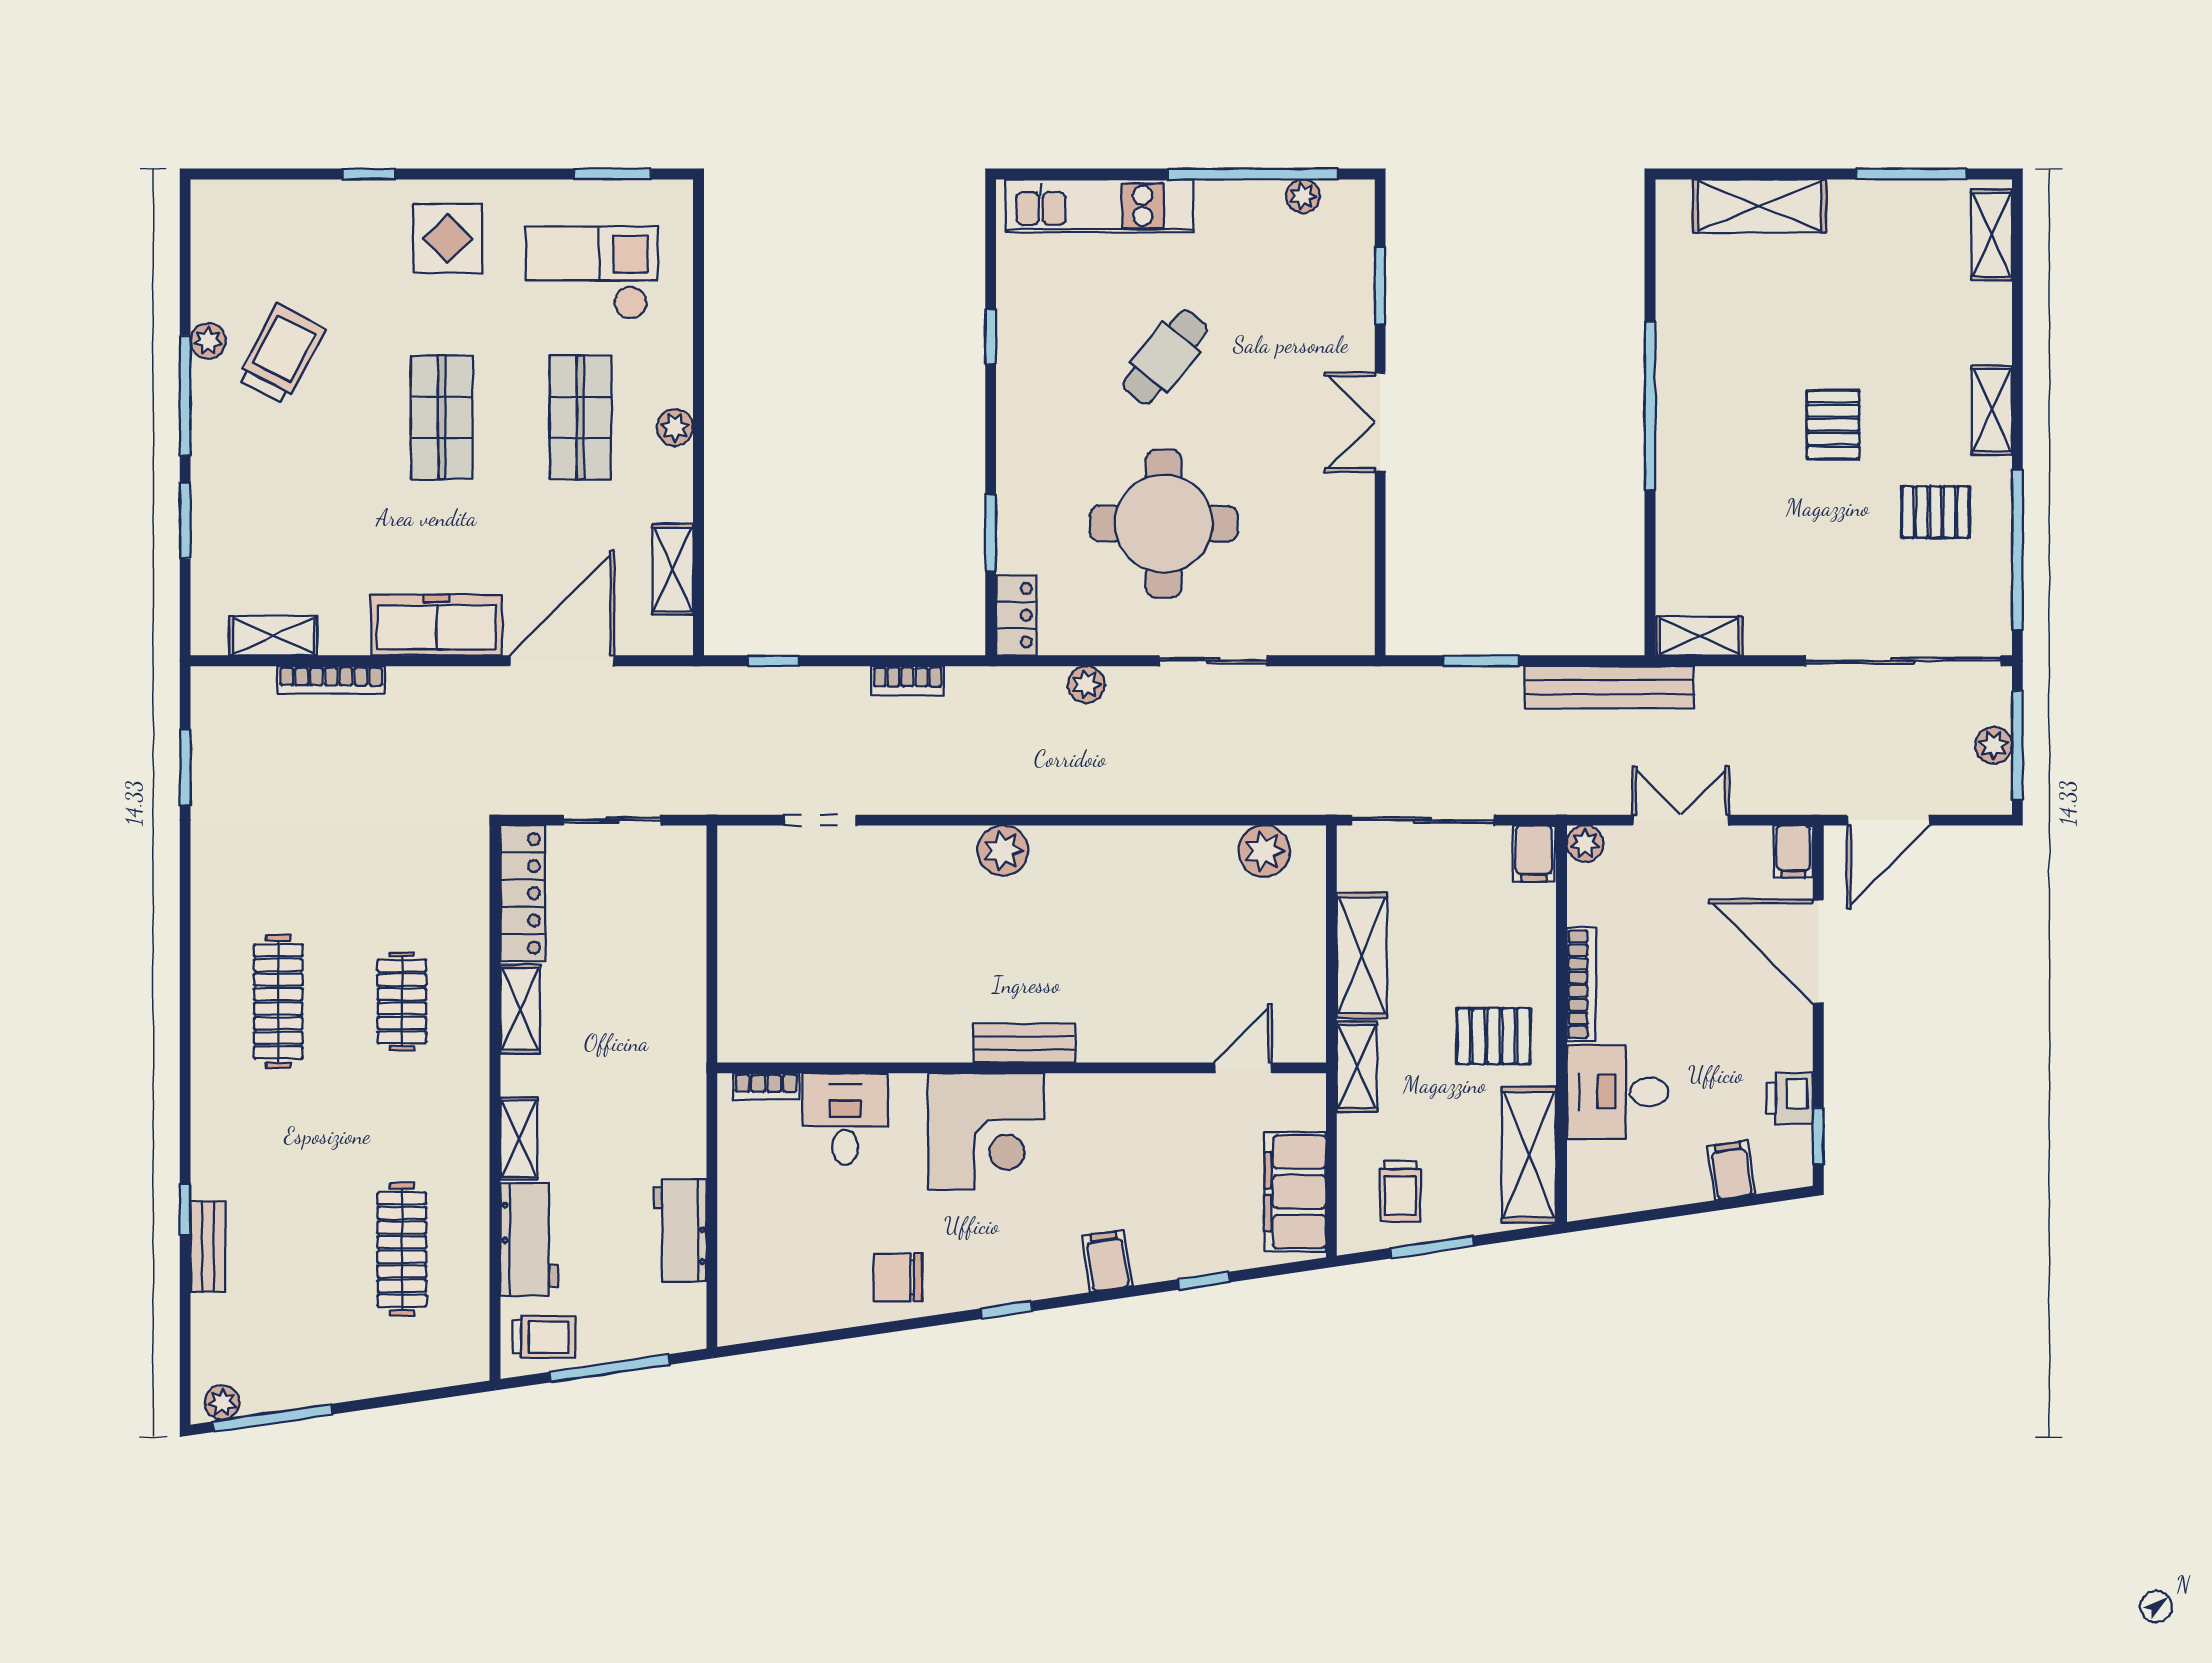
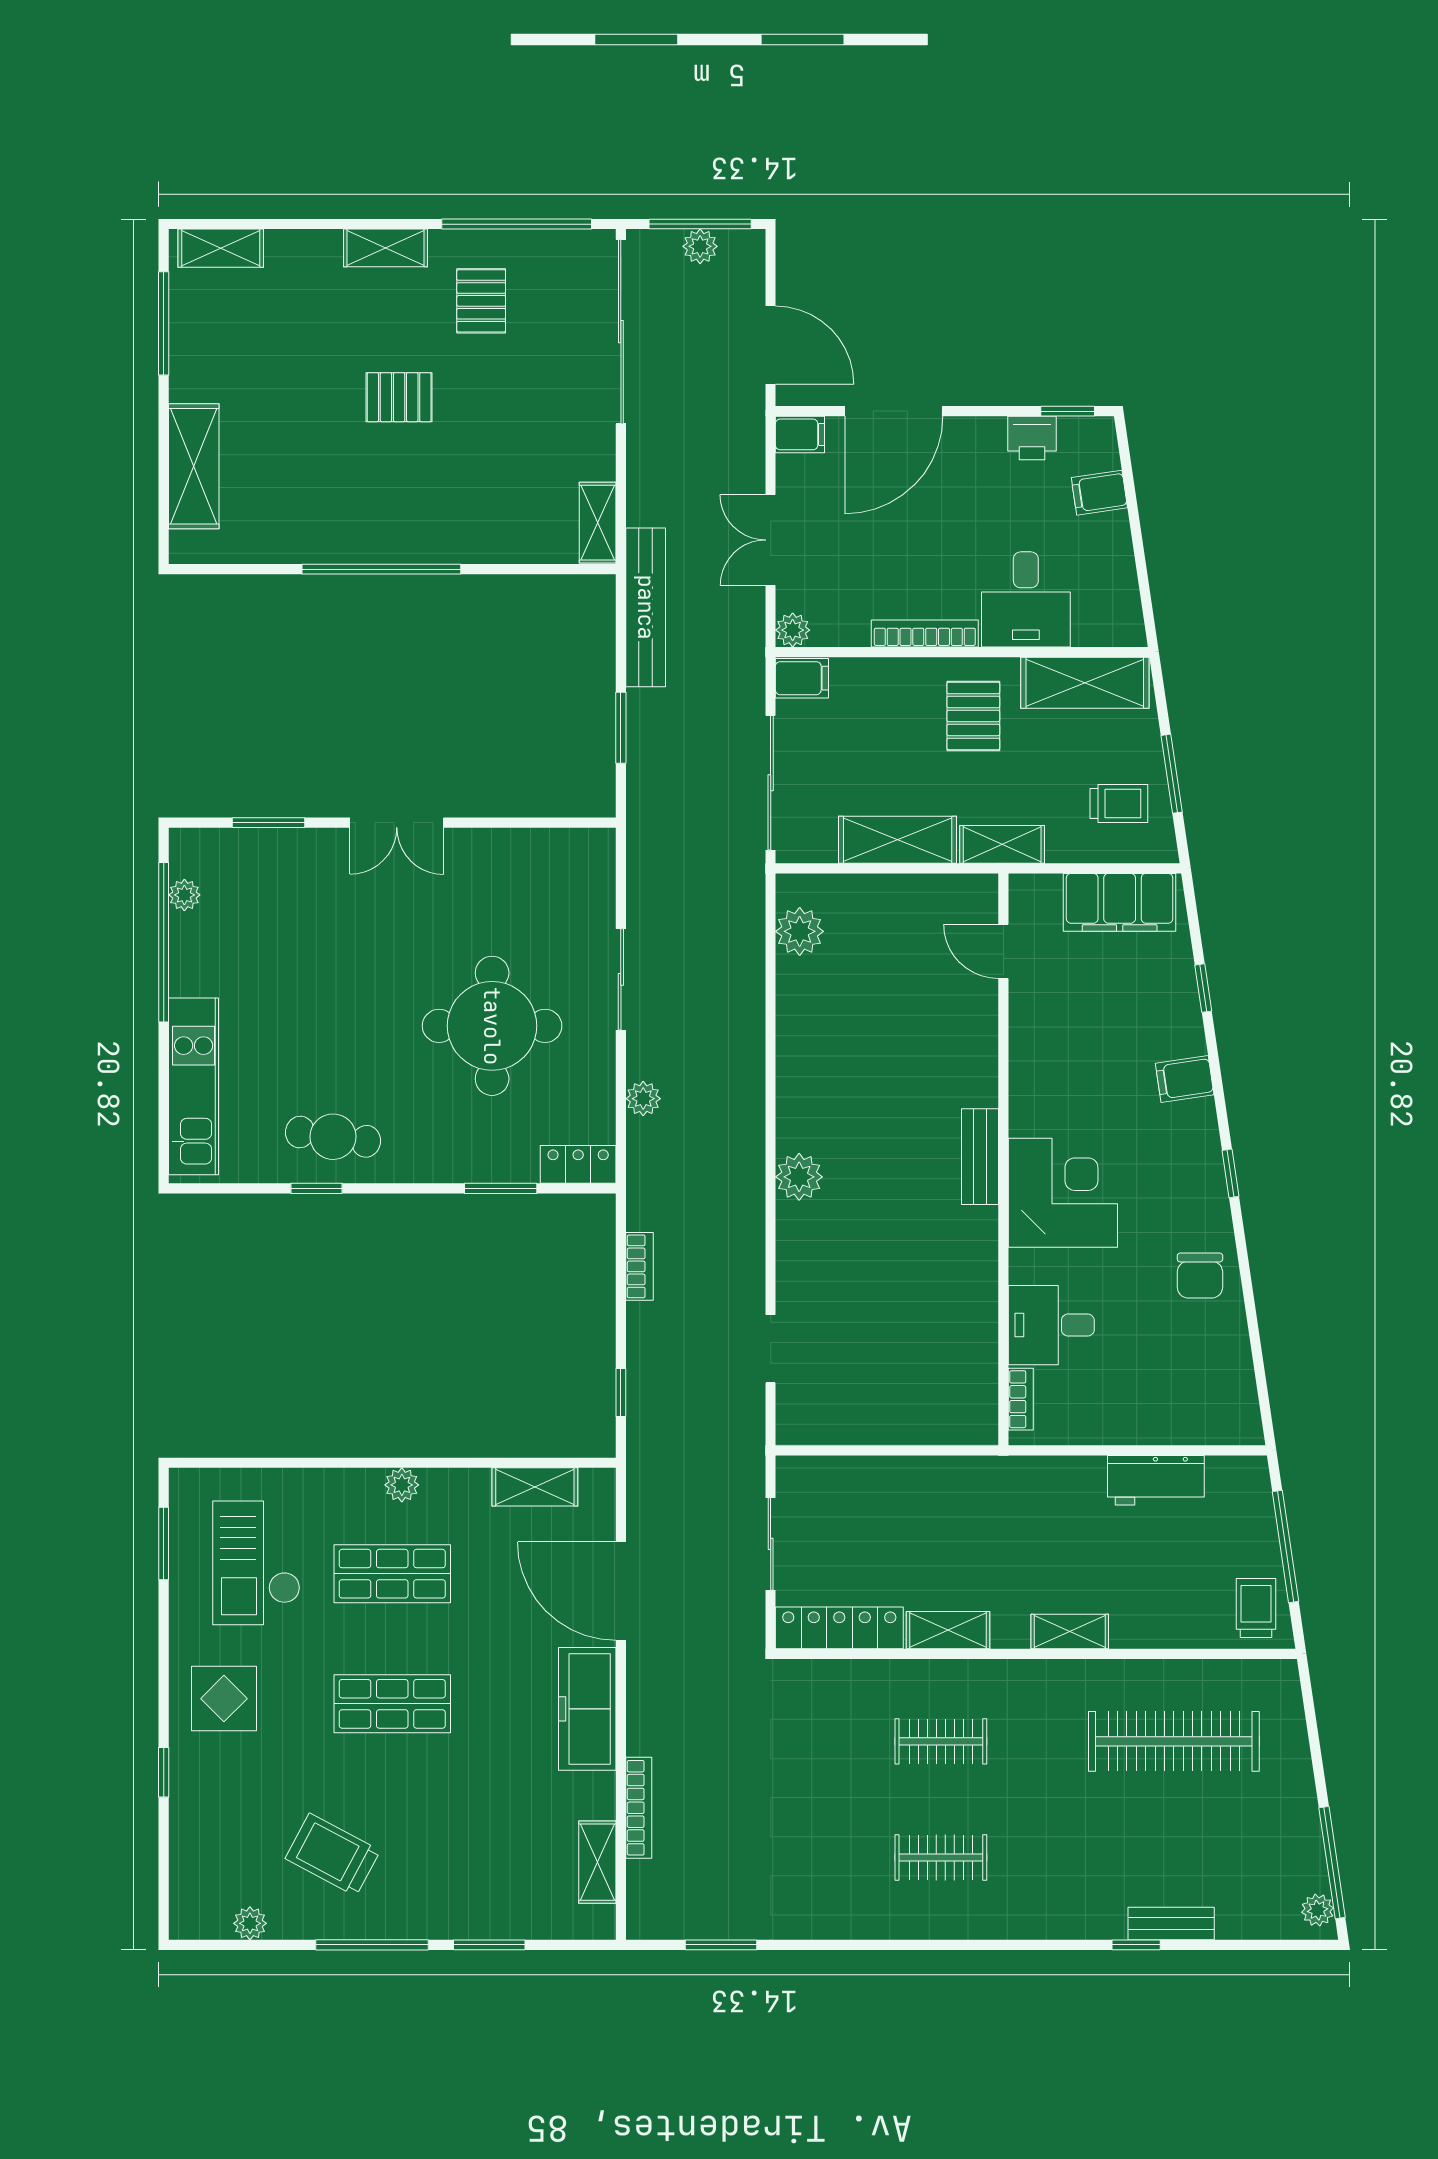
plant: (208, 341) -> (250, 1923), moved
cafe table: (1165, 357) -> (333, 1137), moved, turned -31
clothes rail: (278, 1001) -> (941, 1858), width x0.73
workbench: (529, 1240) -> (1165, 1622), removed
clothes rail: (402, 1249) -> (1174, 1741), width x1.37, depth x1.31

